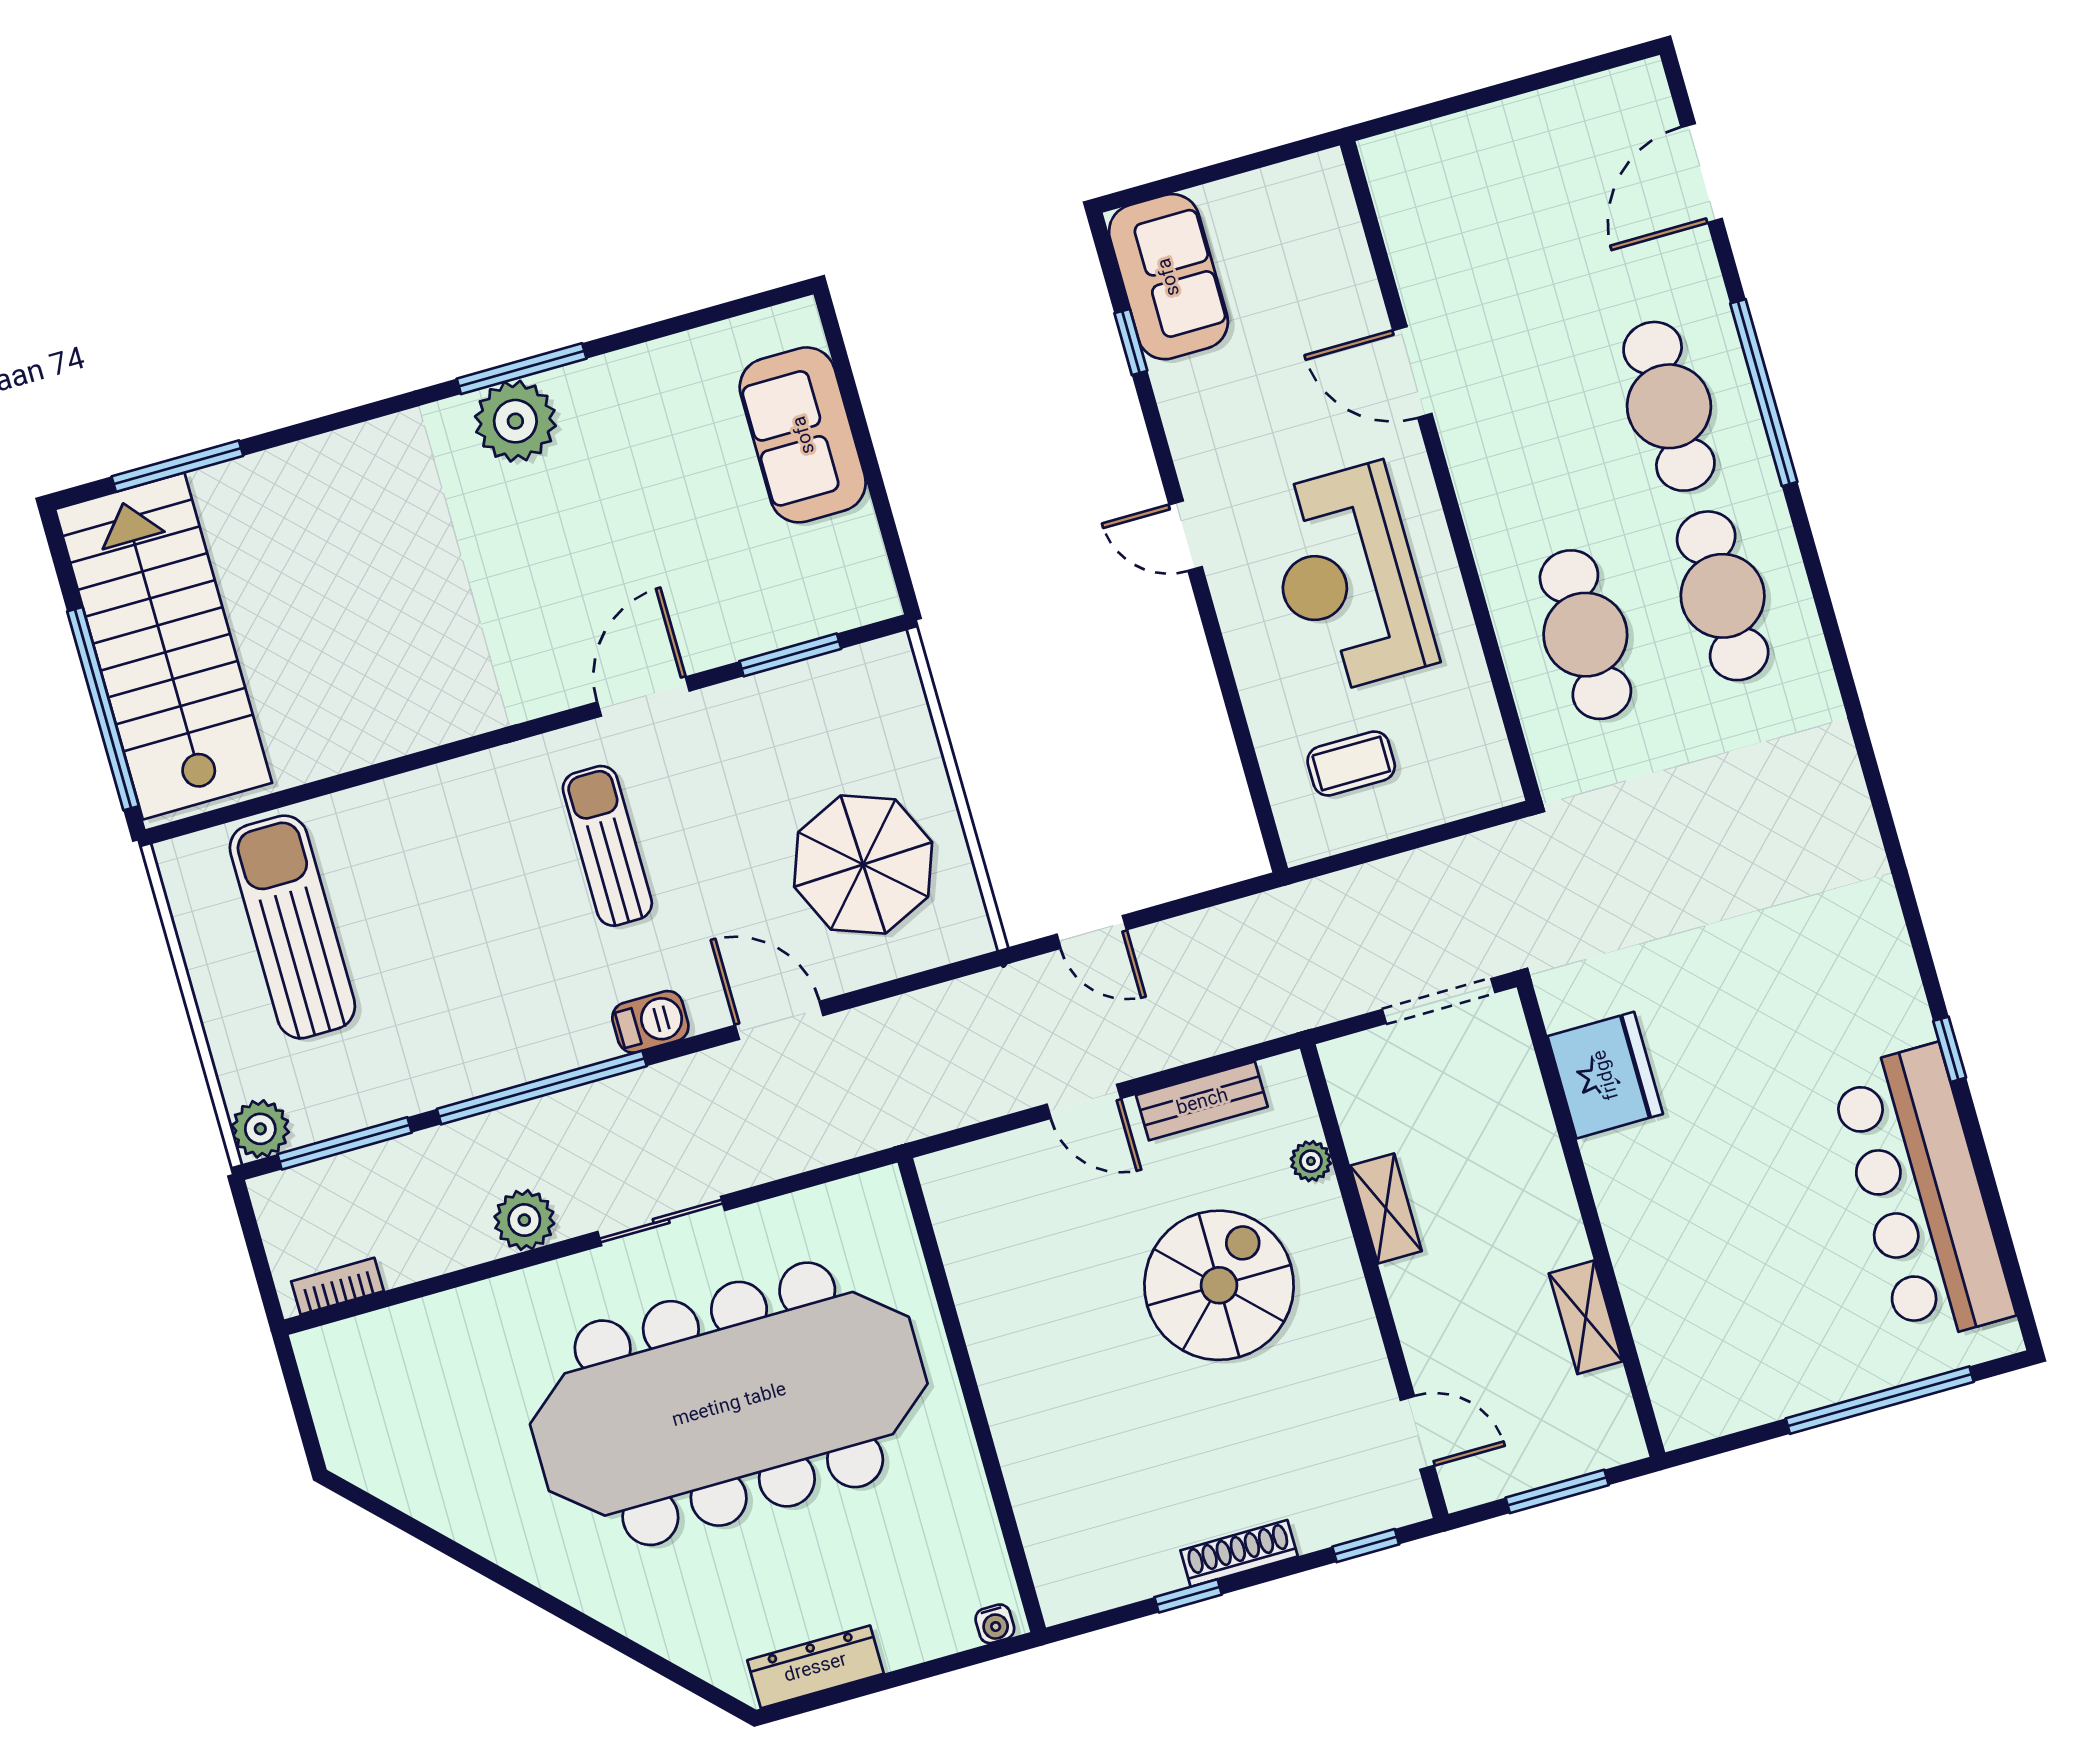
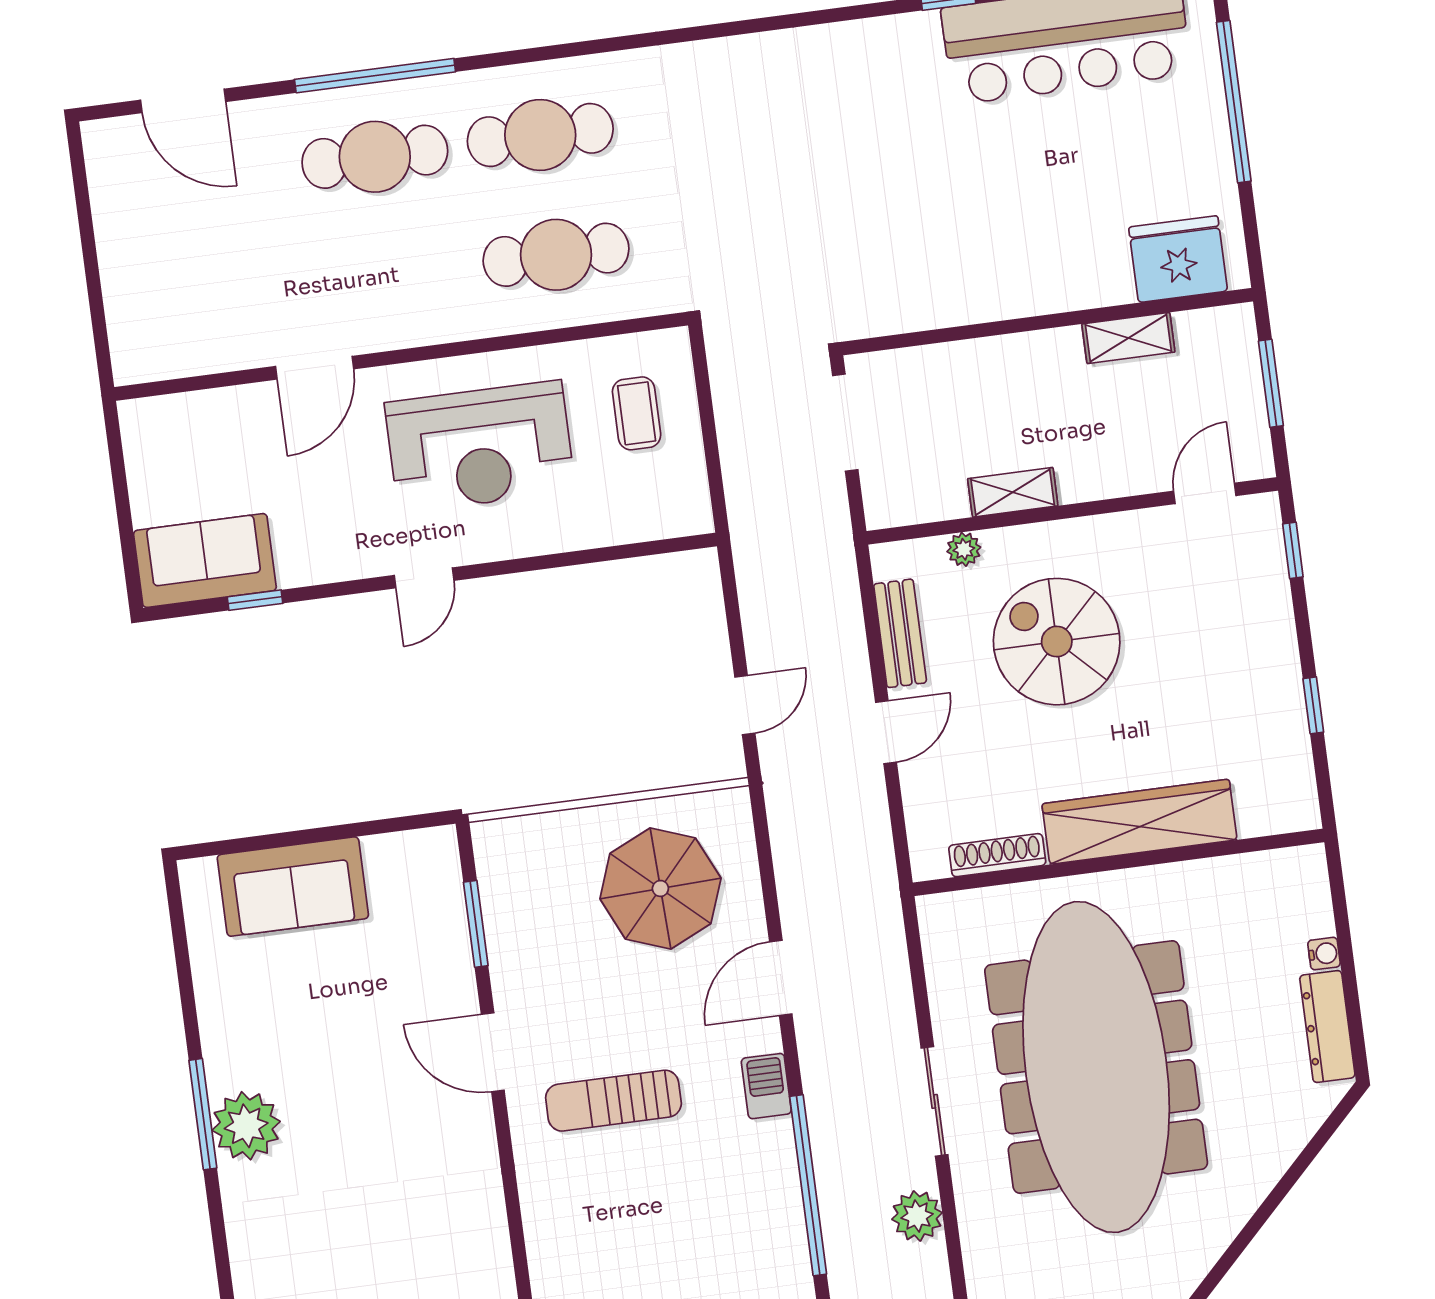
coffee table: (1351, 763) -> (637, 413), moved
fridge: (1605, 1075) -> (1178, 259), moved
wardrobe: (1023, 1413) -> (1139, 822), added
shoe rack: (1239, 1553) -> (997, 855), moved, turned 90
water cooler: (995, 1624) -> (1324, 954), moved

